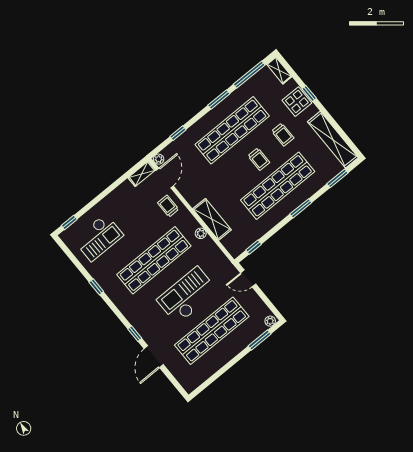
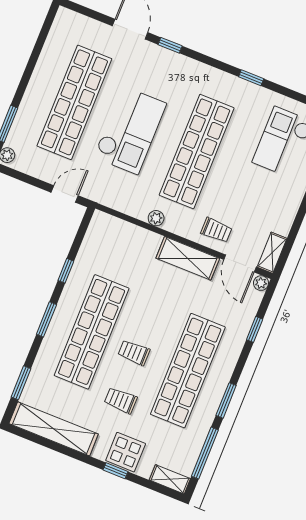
shelving: (212, 219) -> (188, 258), moved
window: (254, 247) -> (66, 271), moved

